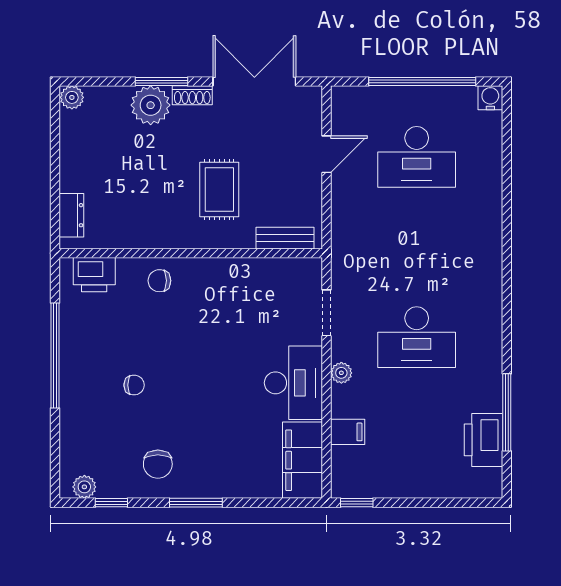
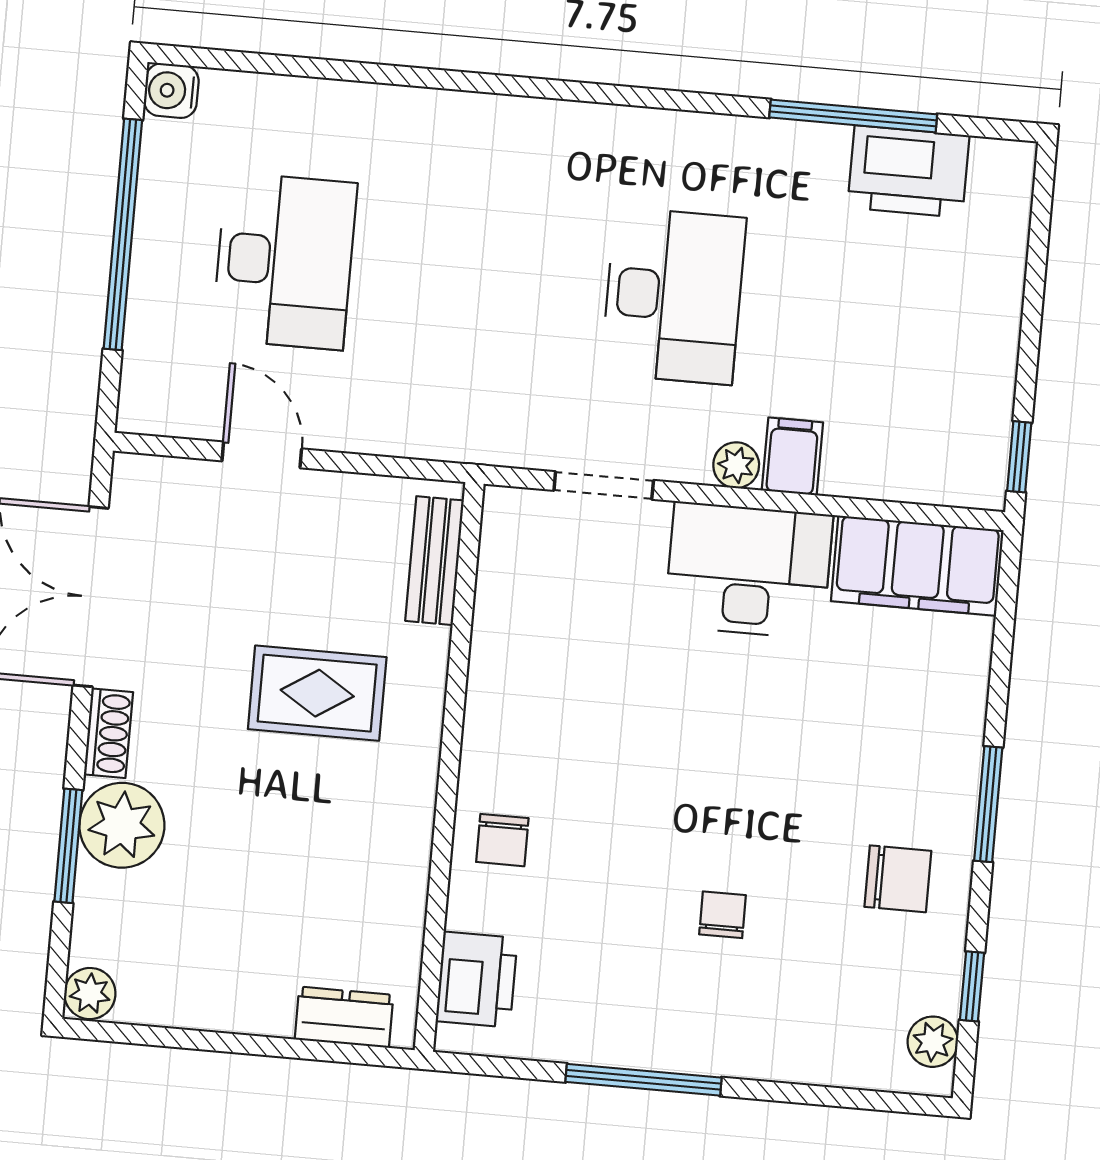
window: (161, 81) -> (68, 846), moved
window: (55, 355) -> (643, 1080), width x0.68
filing cabinet: (348, 432) -> (792, 456), moved

